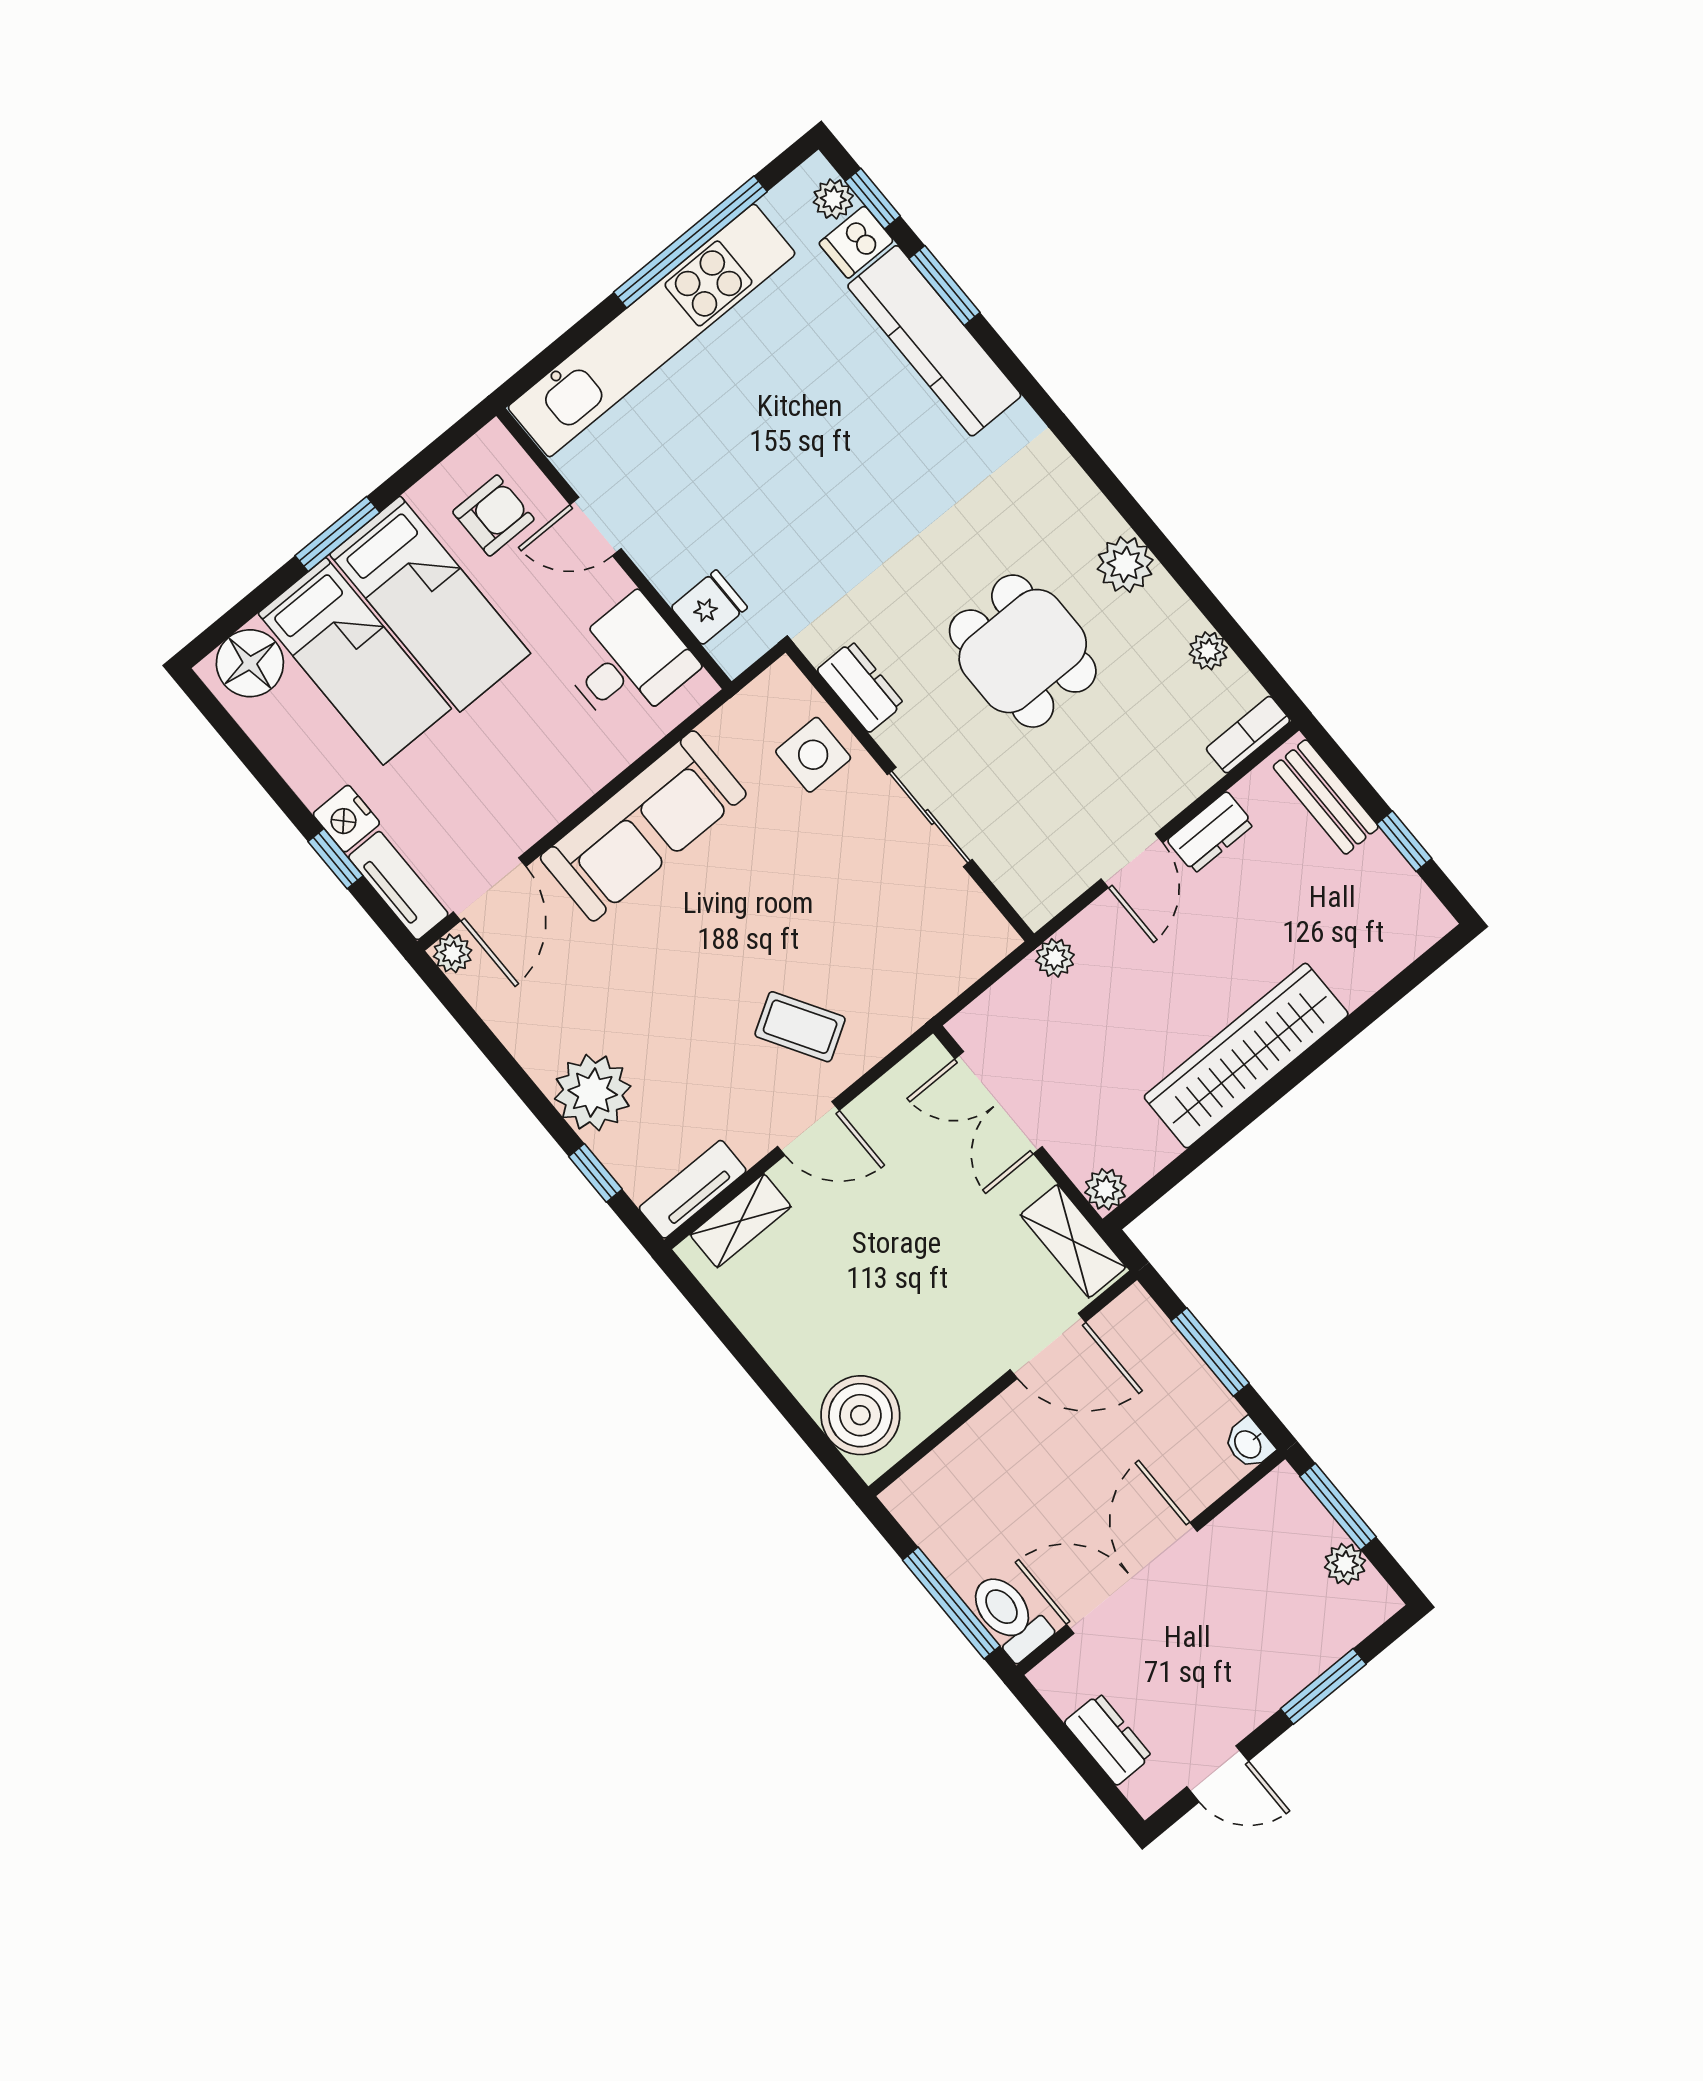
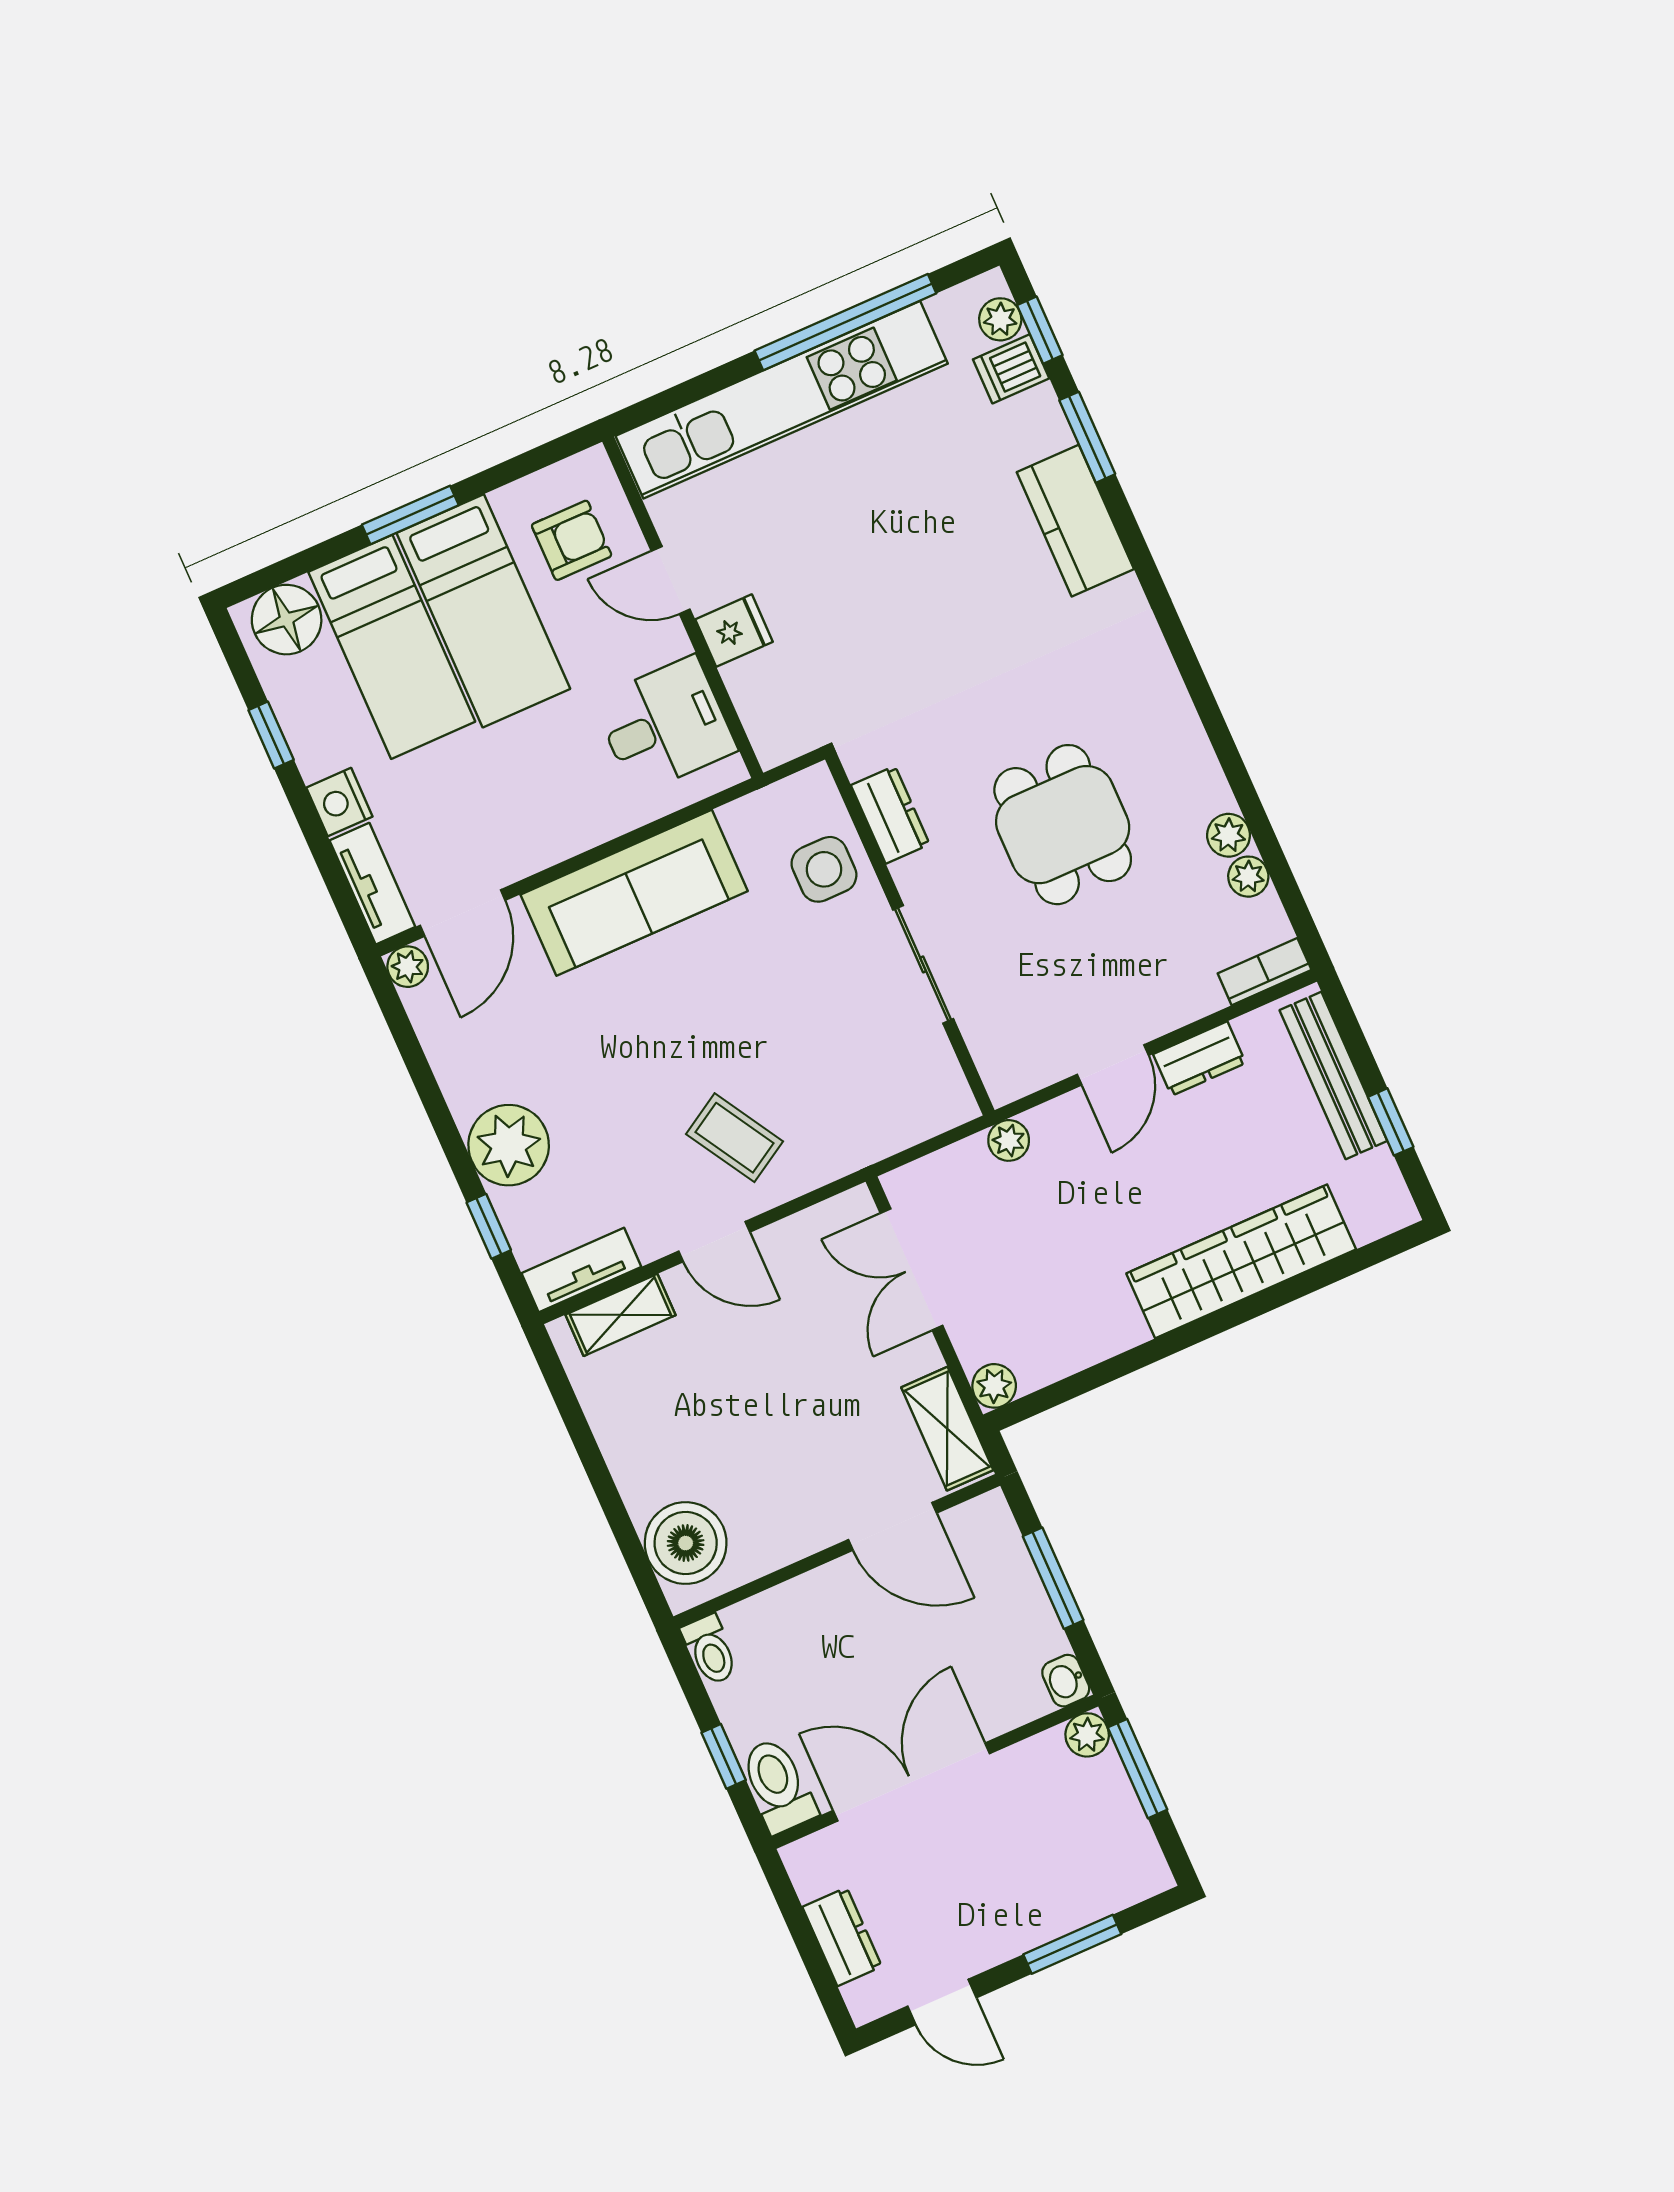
kitchen counter: (934, 341) -> (1075, 521), width x0.67
plant: (1125, 565) -> (1229, 835), moved, width x0.73, depth x0.73
fridge: (709, 607) -> (734, 631), moved
bench: (1326, 797) -> (1333, 1075), width x1.36
window: (335, 859) -> (271, 735), moved
wardrobe: (1246, 1056) -> (1241, 1261), moved
toilet: (911, 1508) -> (710, 1650), added
plant: (1345, 1564) -> (1087, 1735), moved
window: (951, 1603) -> (724, 1756), width x0.46

